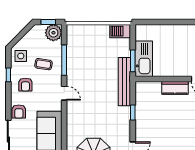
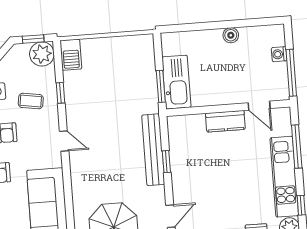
boiler: (183, 30) -> (231, 35), added
barbecue: (120, 31) -> (71, 55), moved, turned -90
window: (64, 60) -> (60, 93), width x0.46
bench: (124, 82) -> (153, 150), moved

